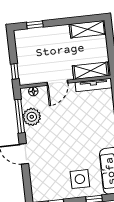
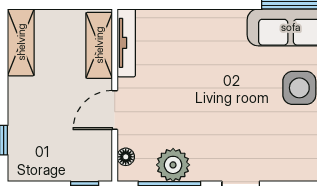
door: (57, 83) -> (115, 110), swing flipped

